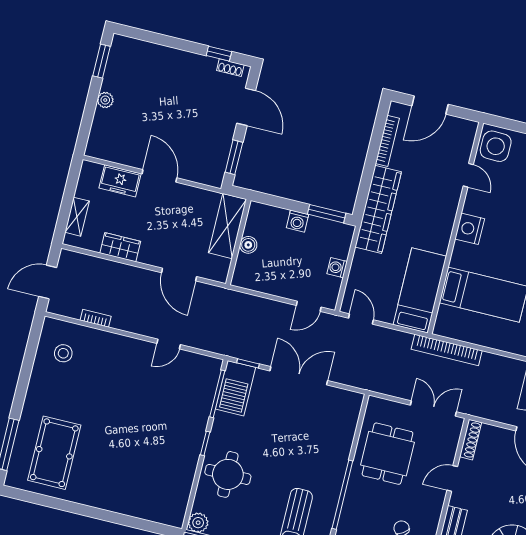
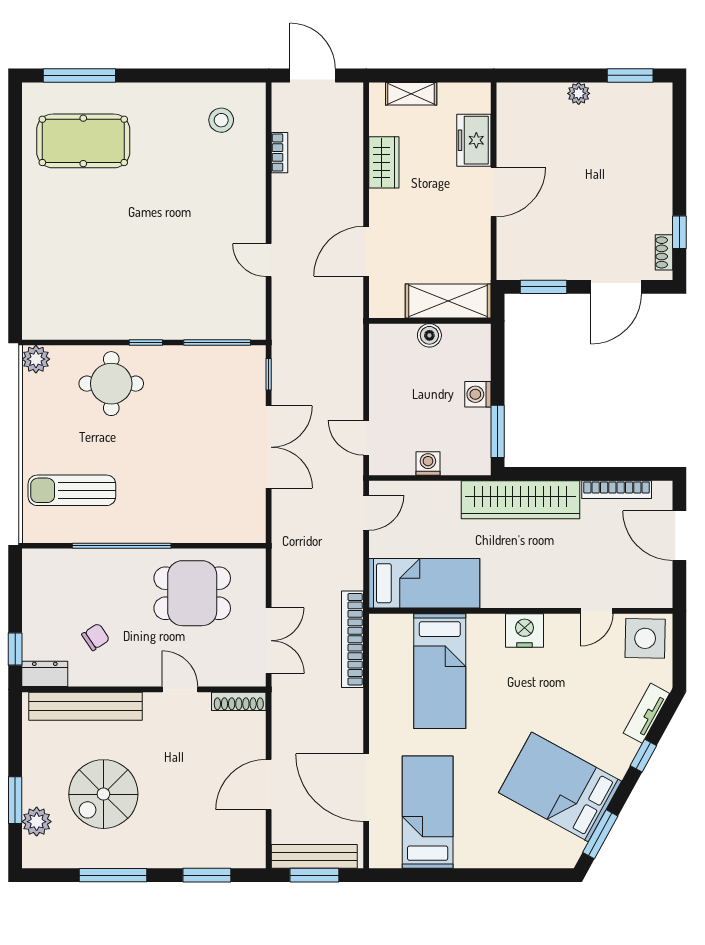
barbecue: (236, 388) -> (231, 365), removed

